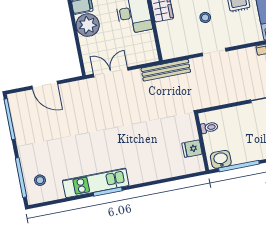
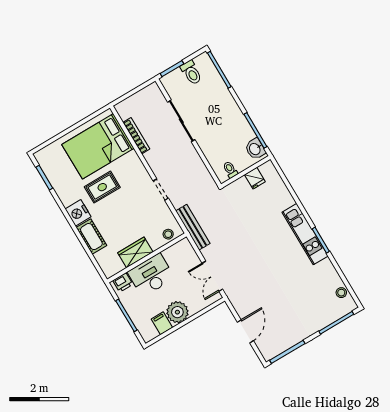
stool: (205, 17) -> (168, 234), moved
stool: (40, 180) -> (341, 293), moved
kitchen unit: (96, 183) -> (305, 234), moved

